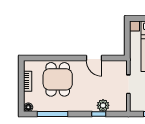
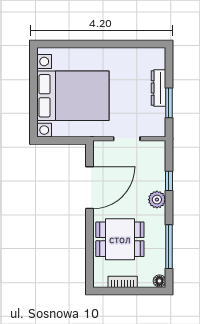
door: (94, 58) -> (89, 188), width x1.87
plant: (103, 105) -> (157, 200), moved

